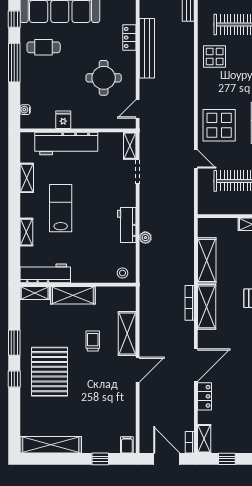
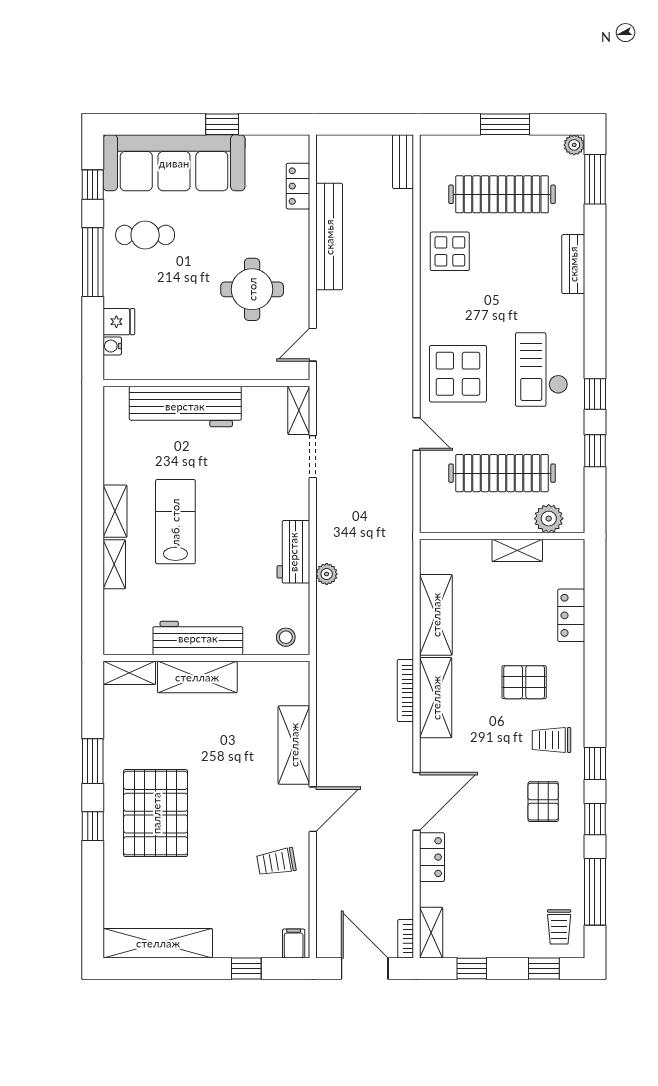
locker: (129, 38) -> (298, 186), moved
fridge: (63, 120) -> (119, 322), moved, turned 90
shelving: (27, 178) -> (115, 511), moved
workbench: (45, 273) -> (198, 638), moved
trolley: (93, 341) -> (276, 862), moved, turned -100

